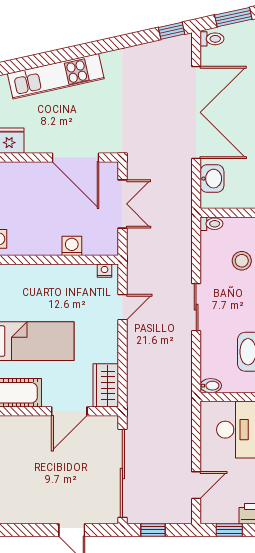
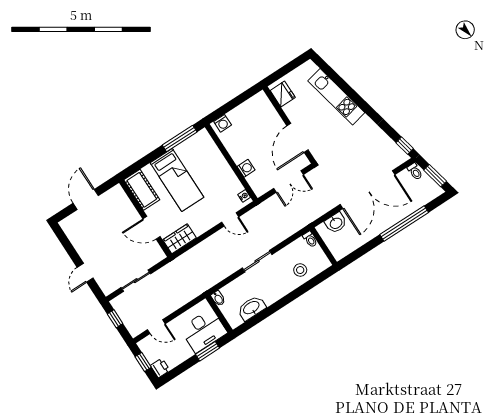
sliding door: (122, 473) -> (136, 281), width x0.54

